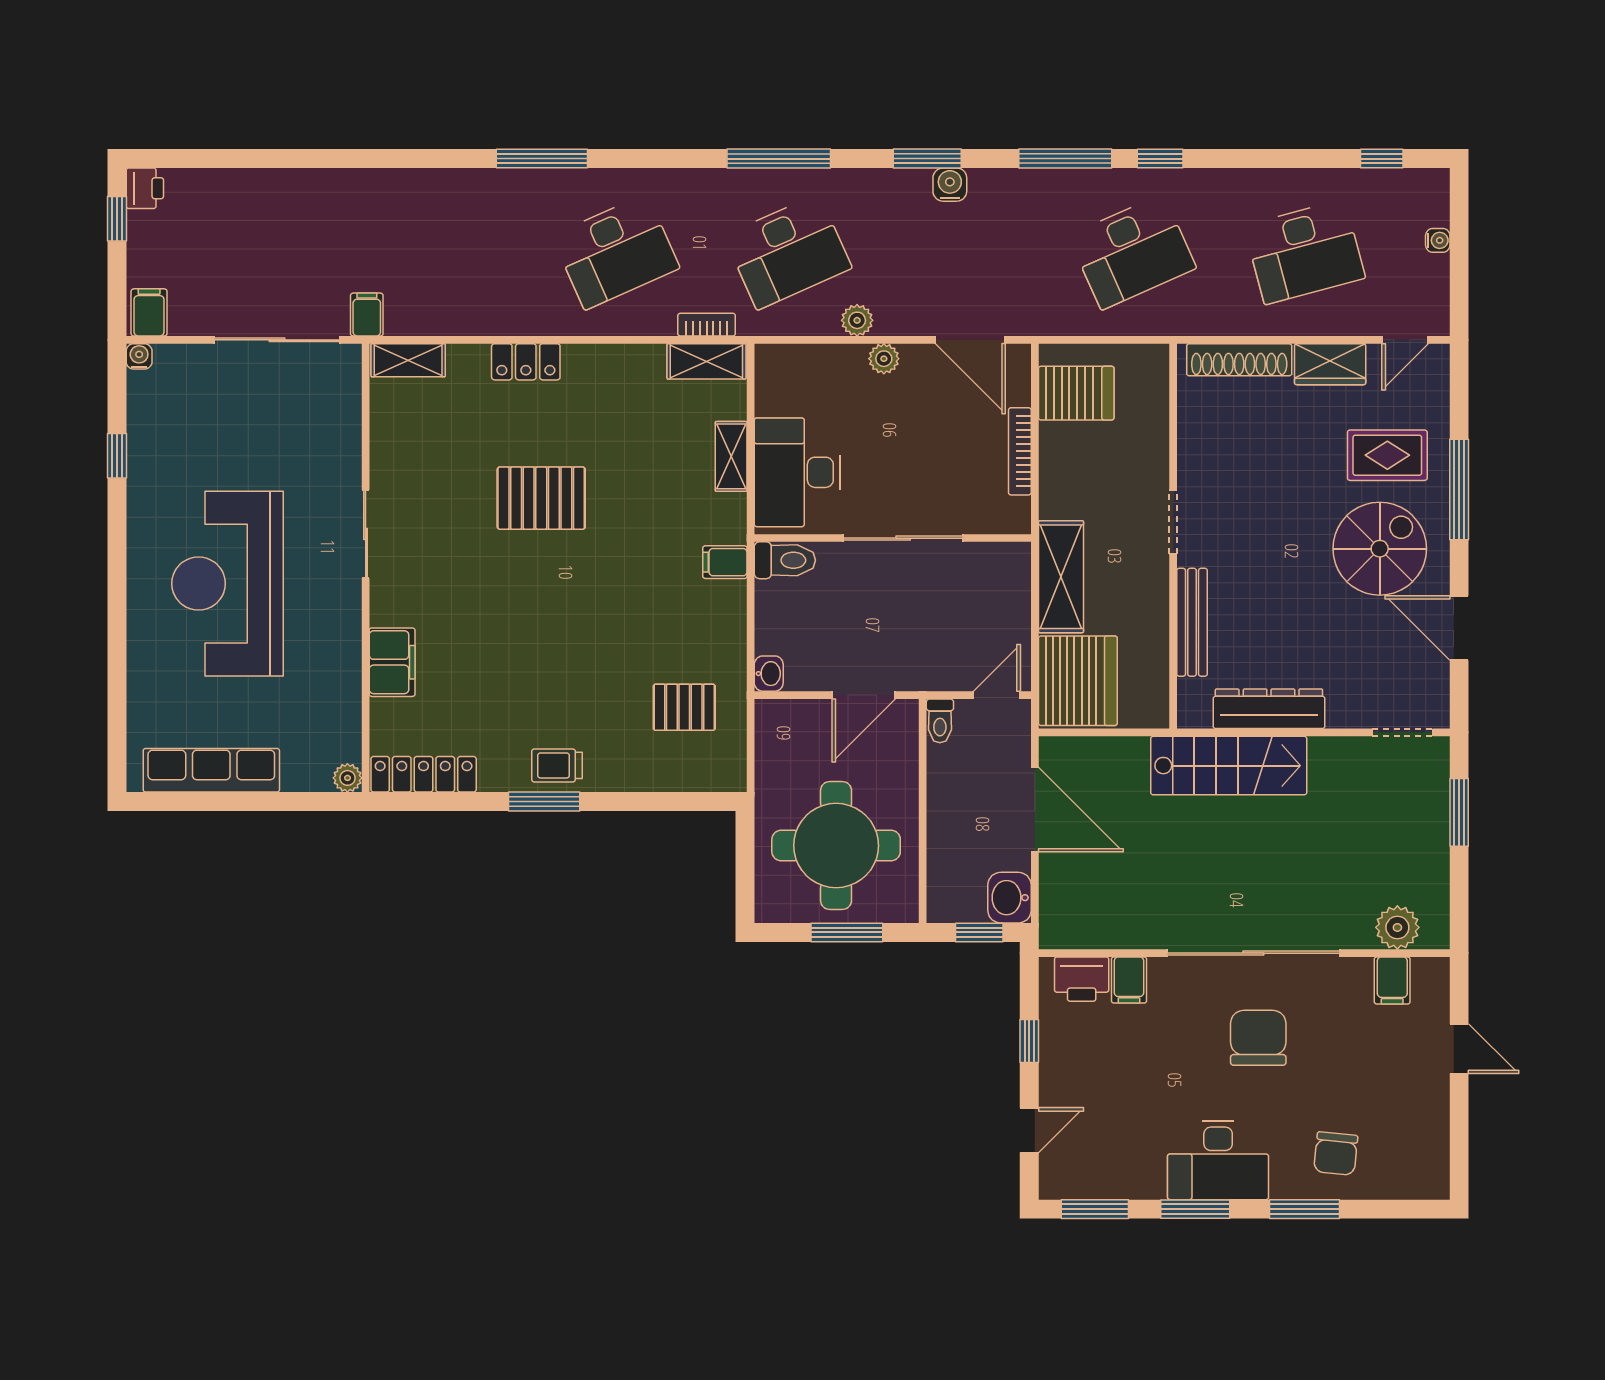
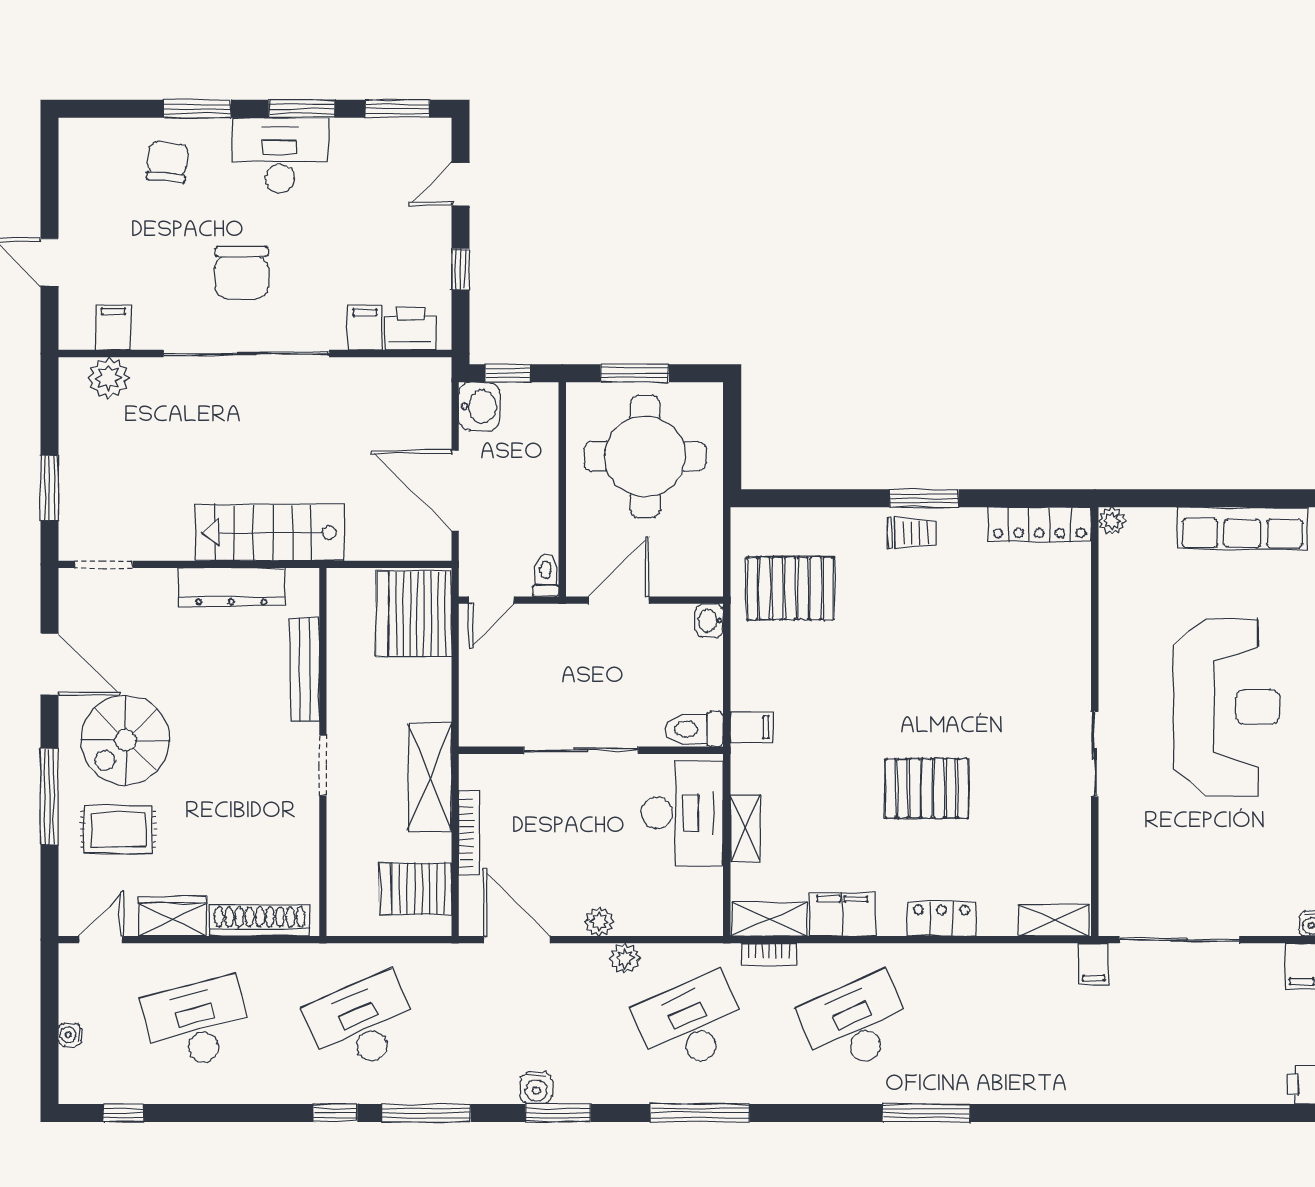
shelving: (1061, 577) -> (430, 777), moved
filing cabinet: (392, 662) -> (842, 914), moved, turned 90
pallet: (684, 707) -> (790, 588), width x1.50, depth x1.42

